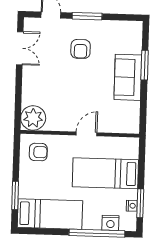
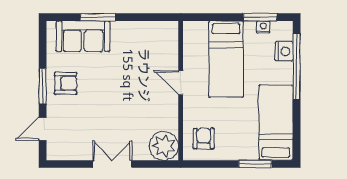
double door: (20, 48) -> (112, 164), moved
armchair: (81, 49) -> (66, 83), moved
sofa: (128, 77) -> (83, 36), moved

